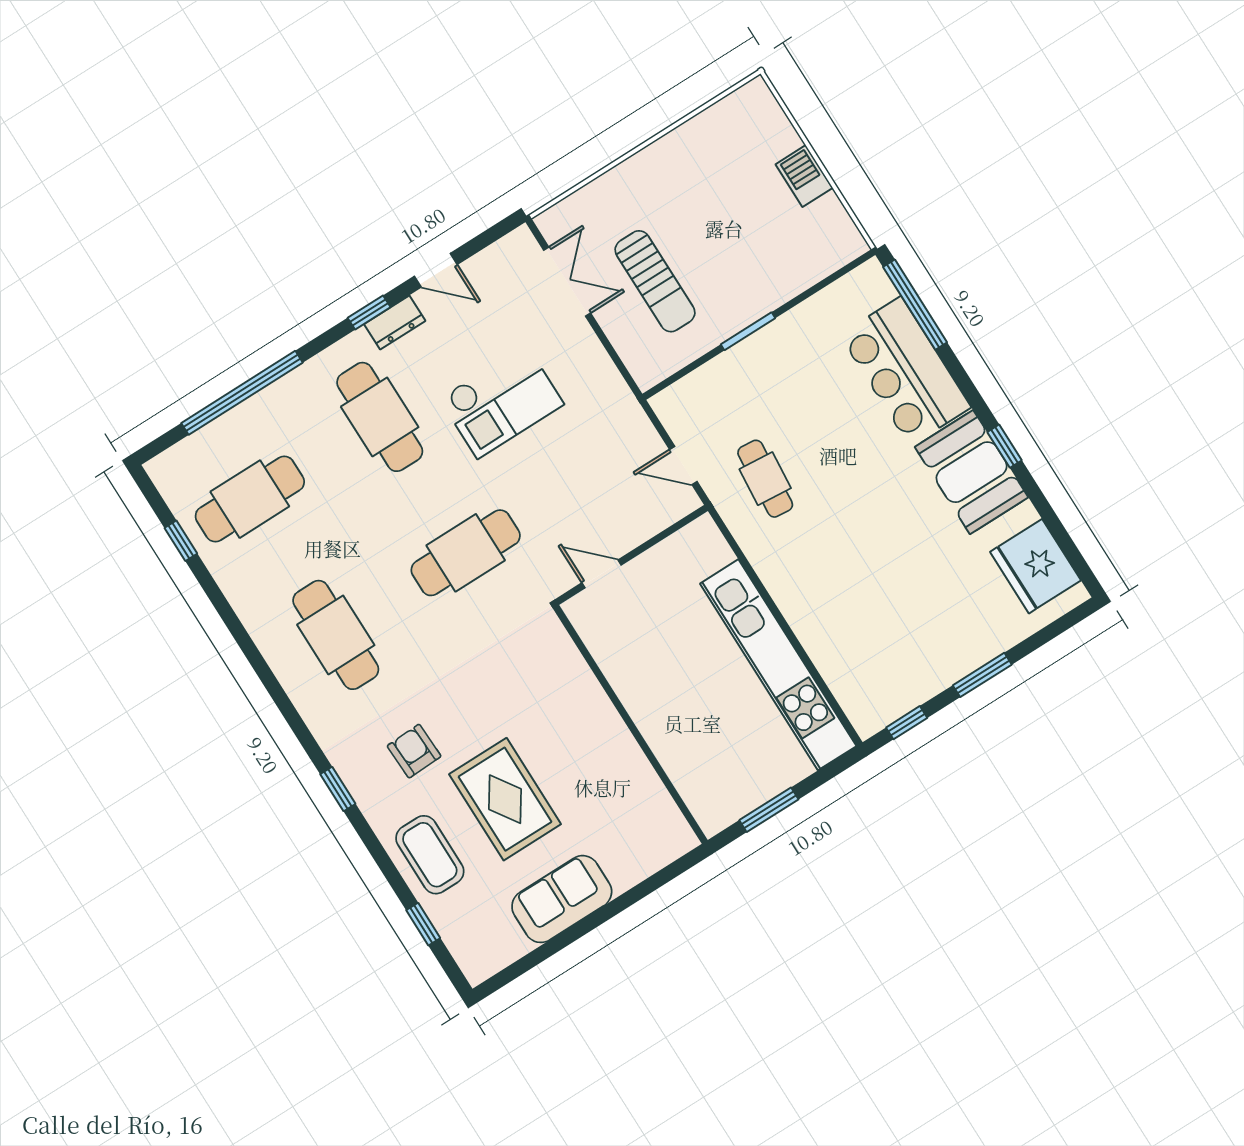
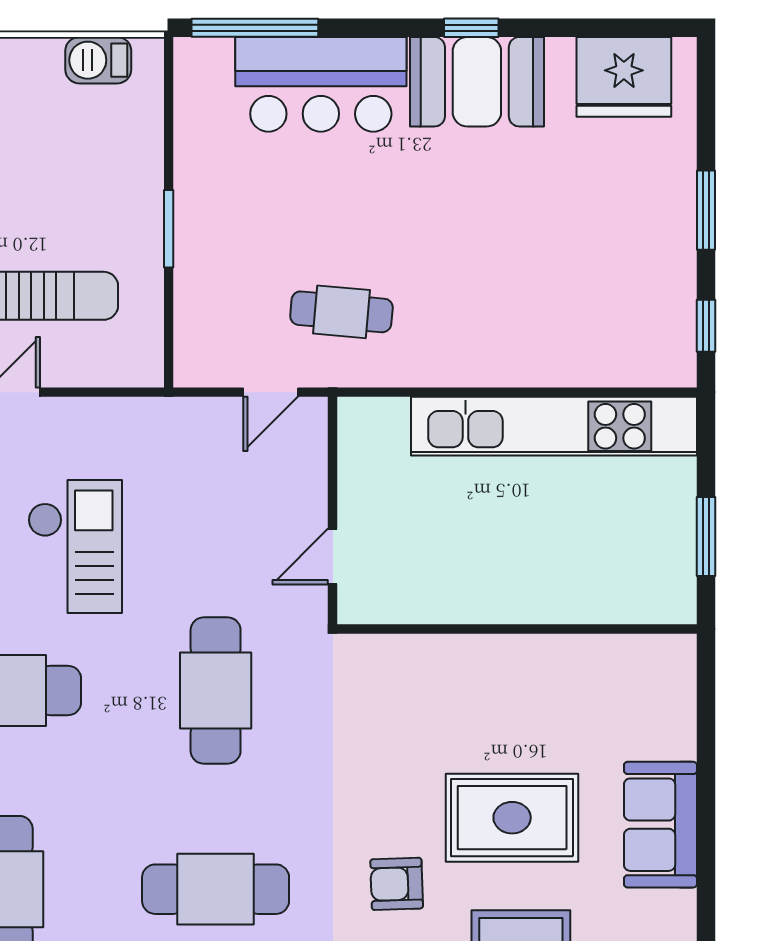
barbecue: (804, 176) -> (98, 60), moved

